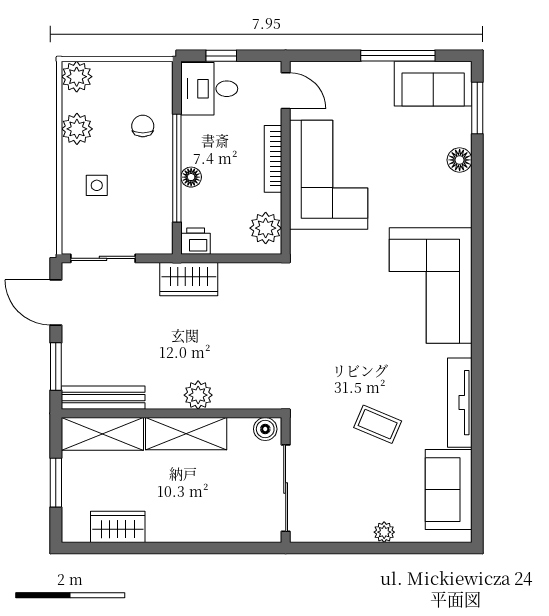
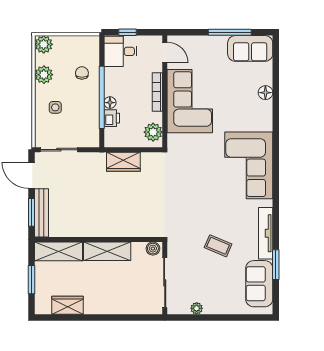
window: (477, 108) -> (276, 265), moved
printer: (196, 241) -> (112, 118), moved, turned 90
wardrobe: (189, 279) -> (123, 162), moved
plant: (198, 395) -> (114, 229), removed
bench: (103, 398) -> (41, 213), moved, turned 90
plant: (384, 532) -> (197, 308), moved

